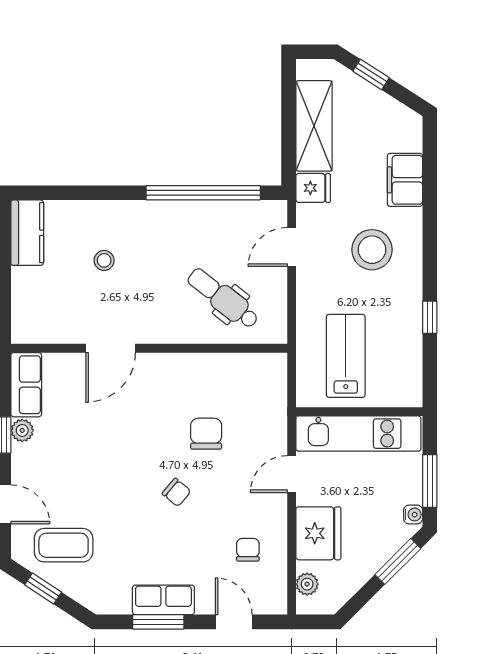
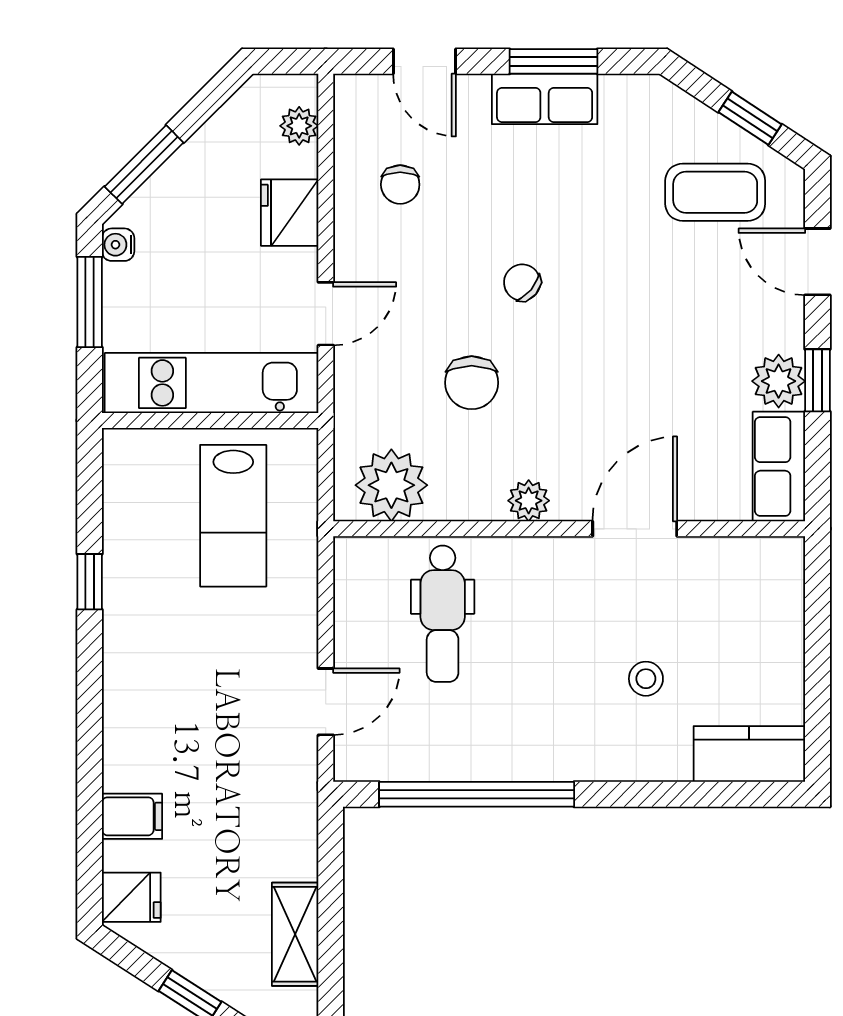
shelving: (314, 126) -> (295, 934), width x0.67, depth x0.75
filing cabinet: (405, 180) -> (132, 816), width x0.50
fridge: (313, 188) -> (131, 897), moved, turned 180
kitchen counter: (27, 233) -> (749, 754), moved, turned 90
stool: (372, 250) -> (188, 697), removed
dental chair: (223, 298) -> (443, 614), turned 52
plant: (173, 365) -> (529, 501), added
plant: (253, 374) -> (391, 485), added
plant: (22, 430) -> (779, 381), width x1.38, depth x1.38
fridge: (318, 533) -> (290, 213), width x0.73, depth x0.75

